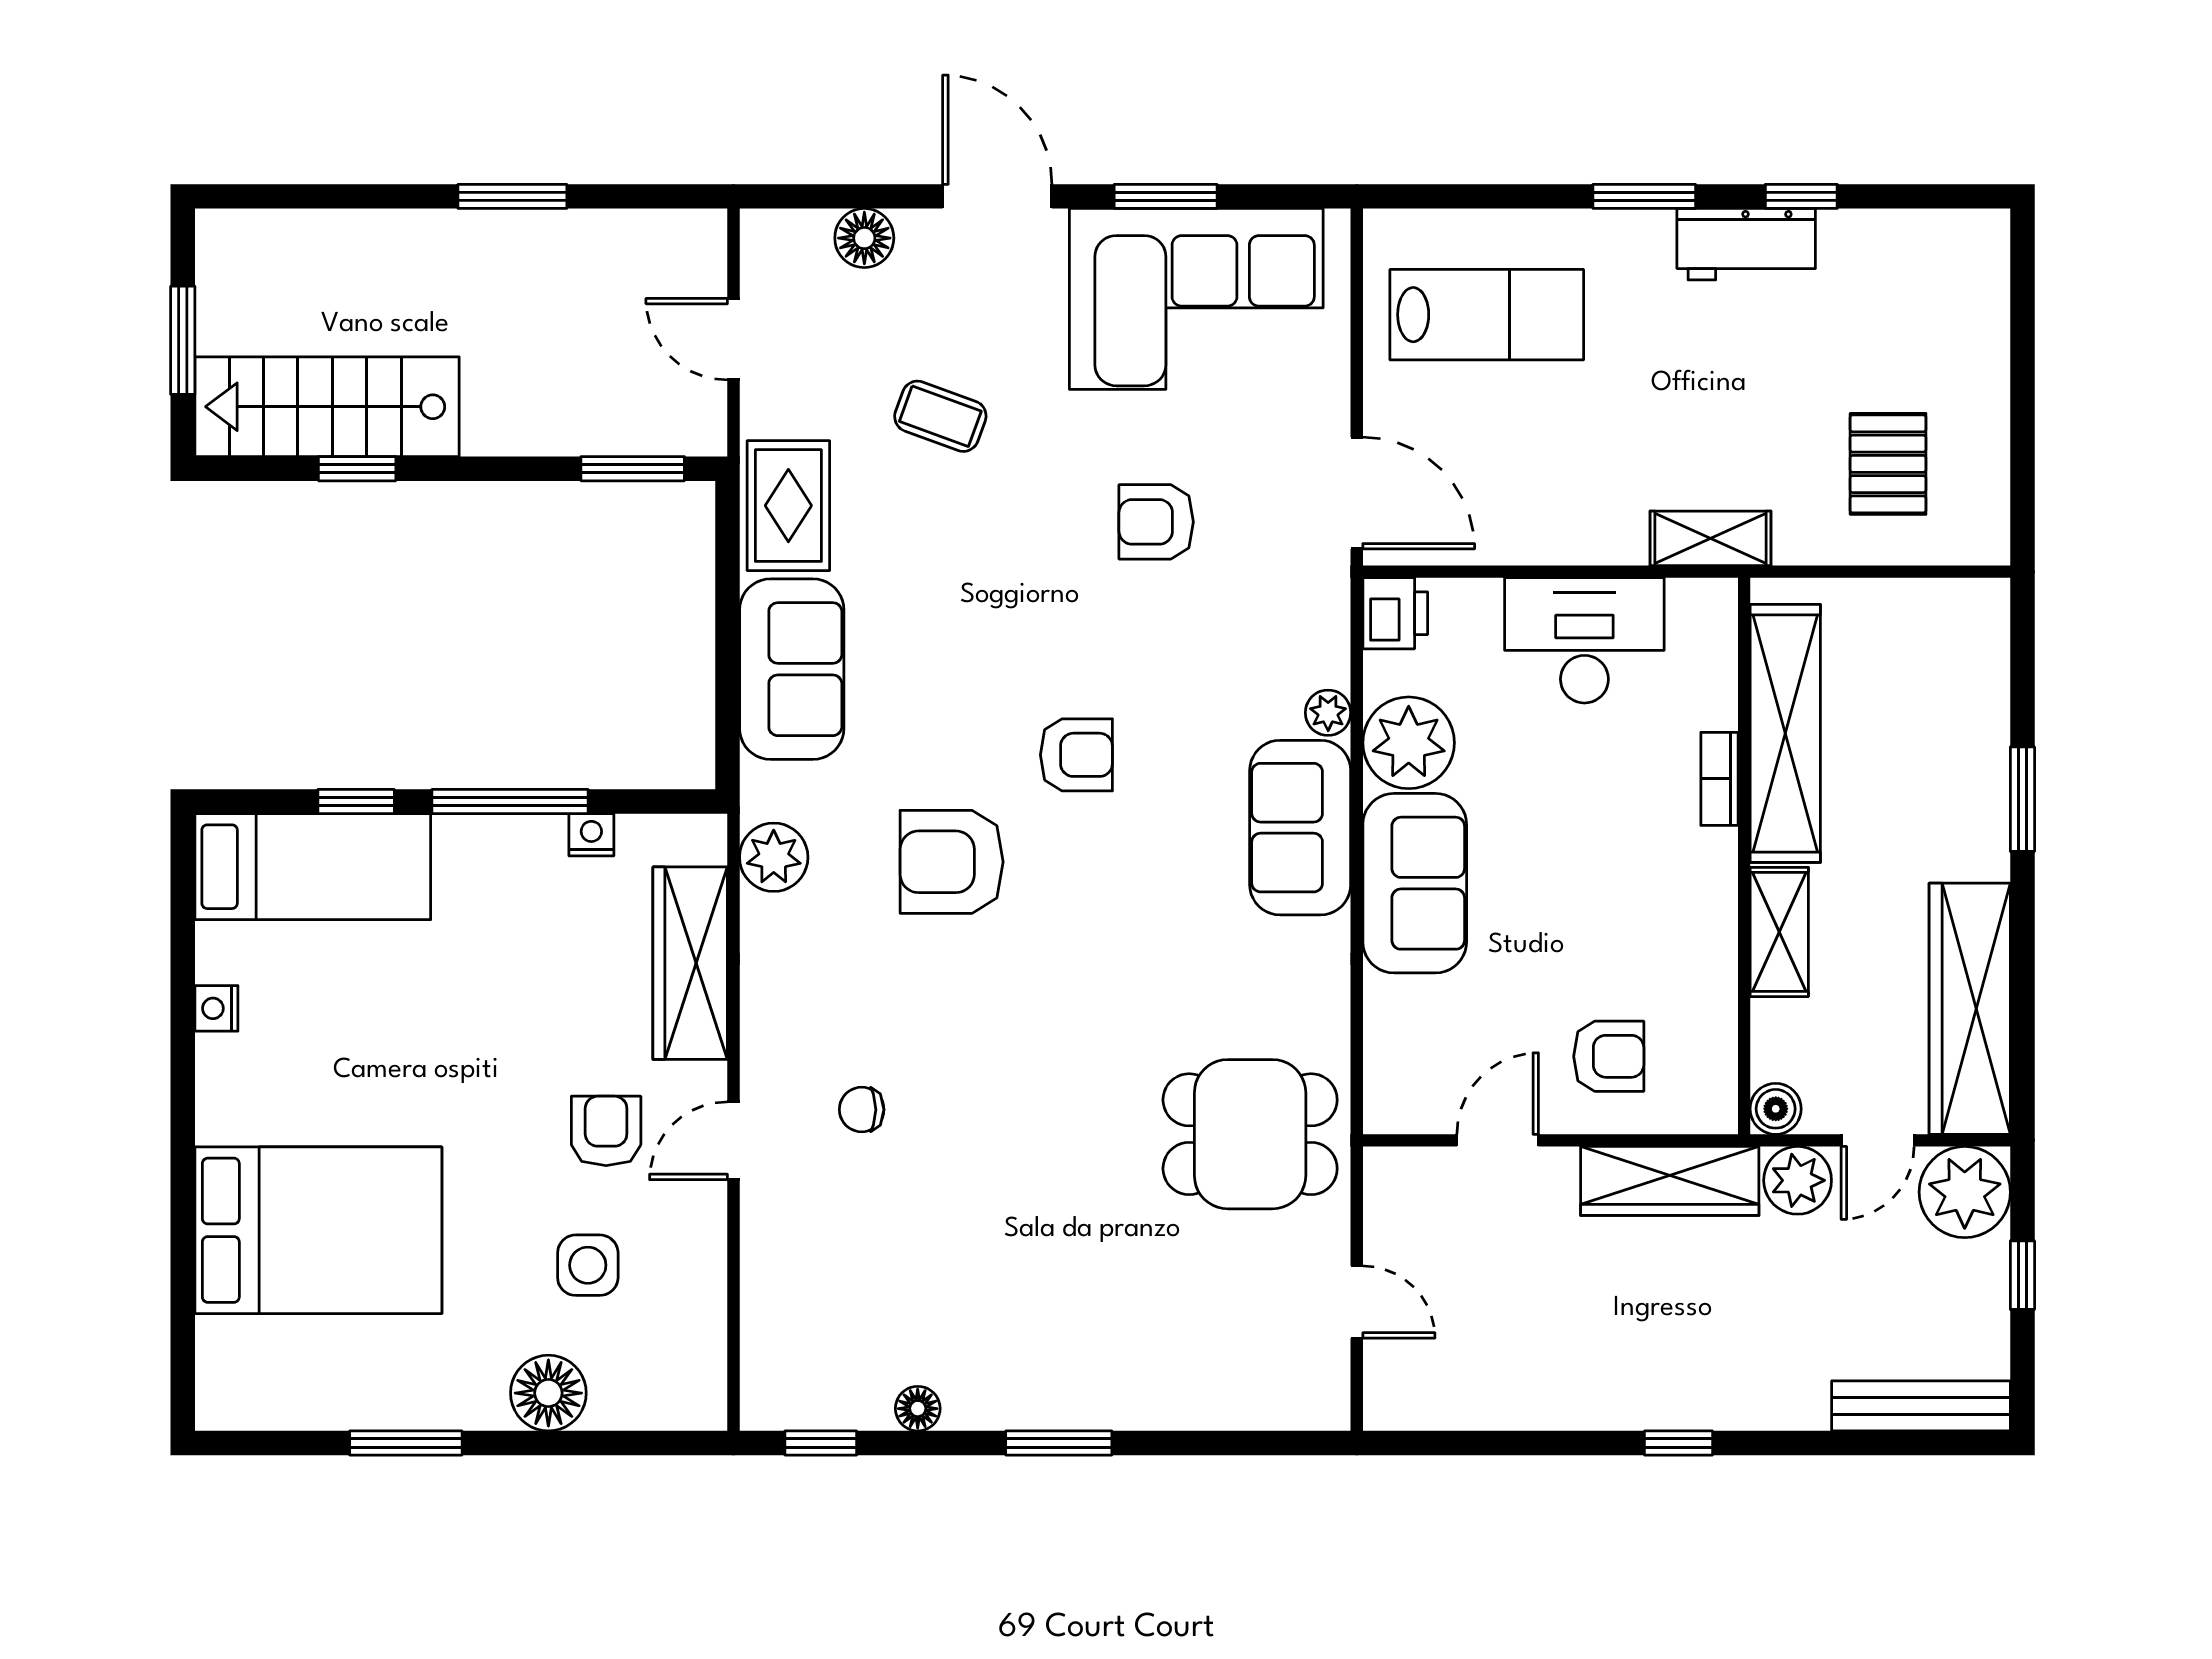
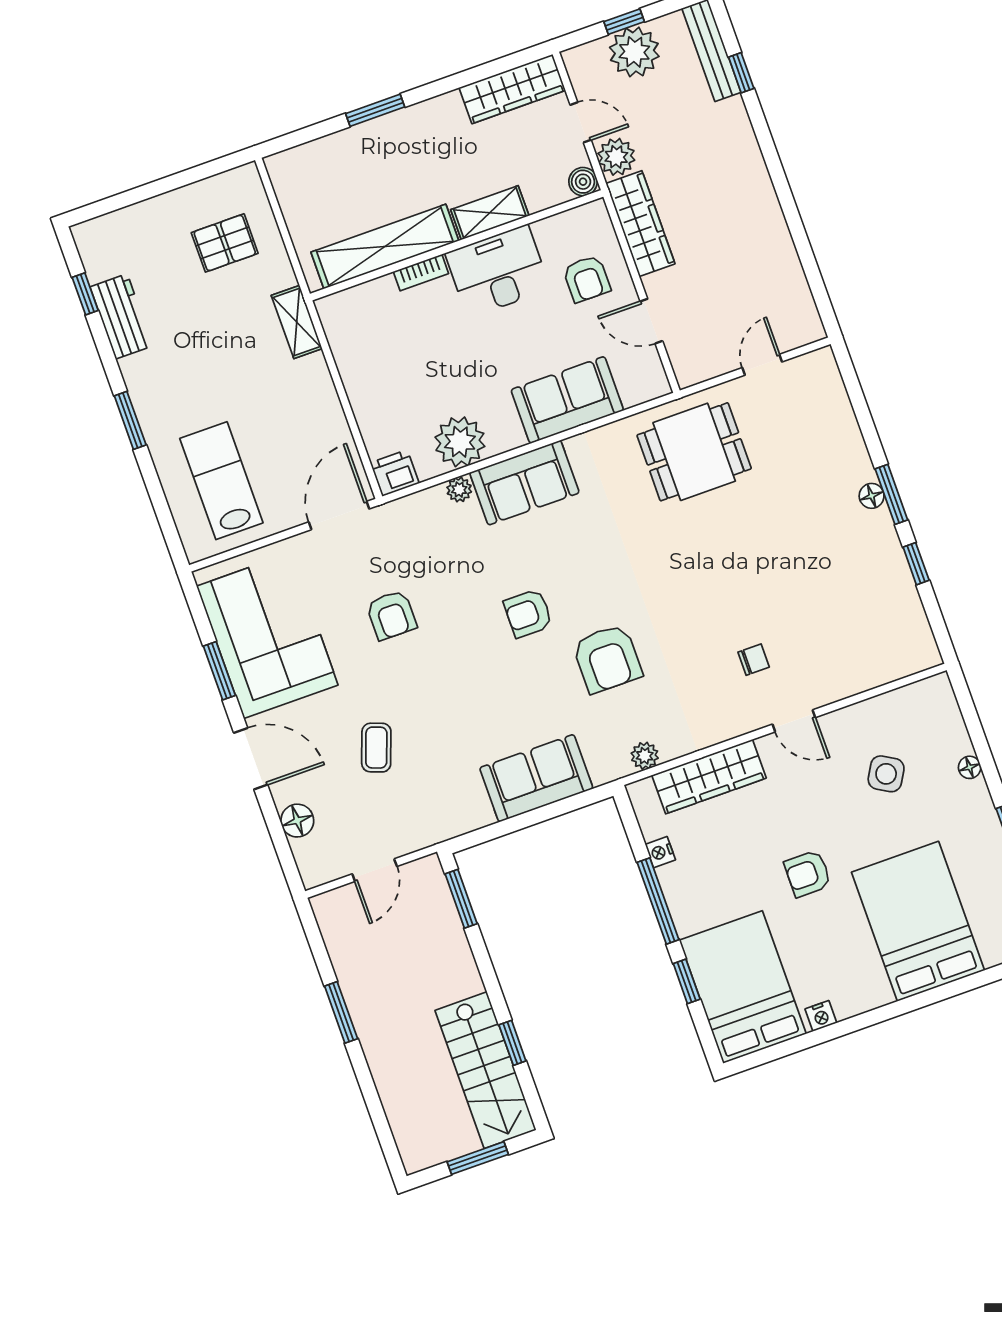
door: (997, 196) -> (251, 759), swing flipped
window: (1801, 196) -> (85, 294), moved
workbench: (1746, 244) -> (121, 316), moved
rug: (788, 506) -> (451, 810), removed
desk: (1584, 640) -> (498, 271), moved, turned 90
armchair: (1076, 755) -> (528, 613), turned -90
plant: (774, 857) -> (645, 756), width x0.73, depth x0.73
bed: (313, 867) -> (743, 987), width x1.50
sofa: (1415, 883) -> (567, 400), moved
wardrobe: (1970, 1009) -> (512, 89), width x0.71, depth x0.85
armchair: (1609, 1056) -> (587, 279), turned 180
chair: (862, 1110) -> (754, 660), turned -90
armchair: (606, 1131) -> (808, 874), moved
dining table: (1250, 1134) -> (694, 452), turned 90
plant: (1965, 1192) -> (634, 52), moved
side table: (588, 1265) -> (886, 774), turned 30
floor lamp: (548, 1393) -> (970, 767), width x0.53, depth x0.53
floor lamp: (918, 1409) -> (872, 496), moved
window: (821, 1443) -> (916, 564), moved
window: (1678, 1443) -> (741, 73), moved

